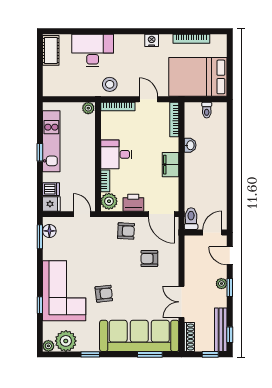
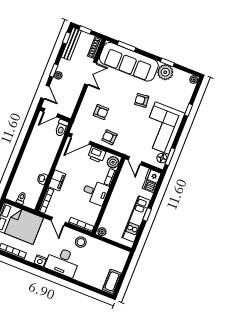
desk: (93, 50) -> (63, 262), moved
filing cabinet: (171, 165) -> (57, 180), moved
door: (161, 214) -> (81, 139), swing flipped
corner sofa: (64, 291) -> (162, 128), moved
plant: (66, 341) -> (165, 72), moved

